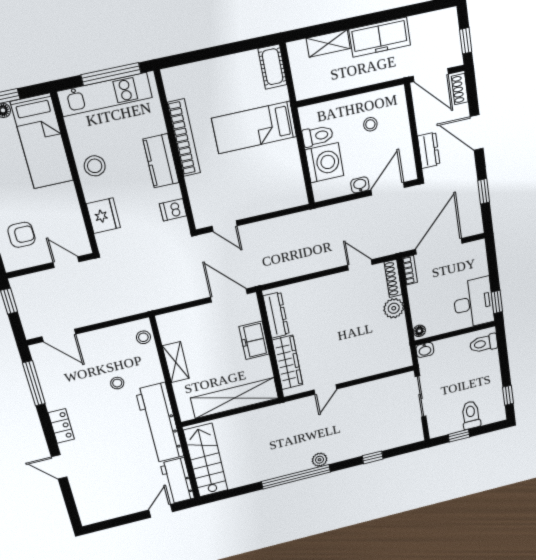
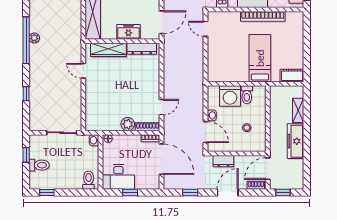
door: (225, 226) -> (205, 29), hinge flipped
window: (497, 302) -> (130, 193), moved
plant: (320, 460) -> (34, 38), moved

